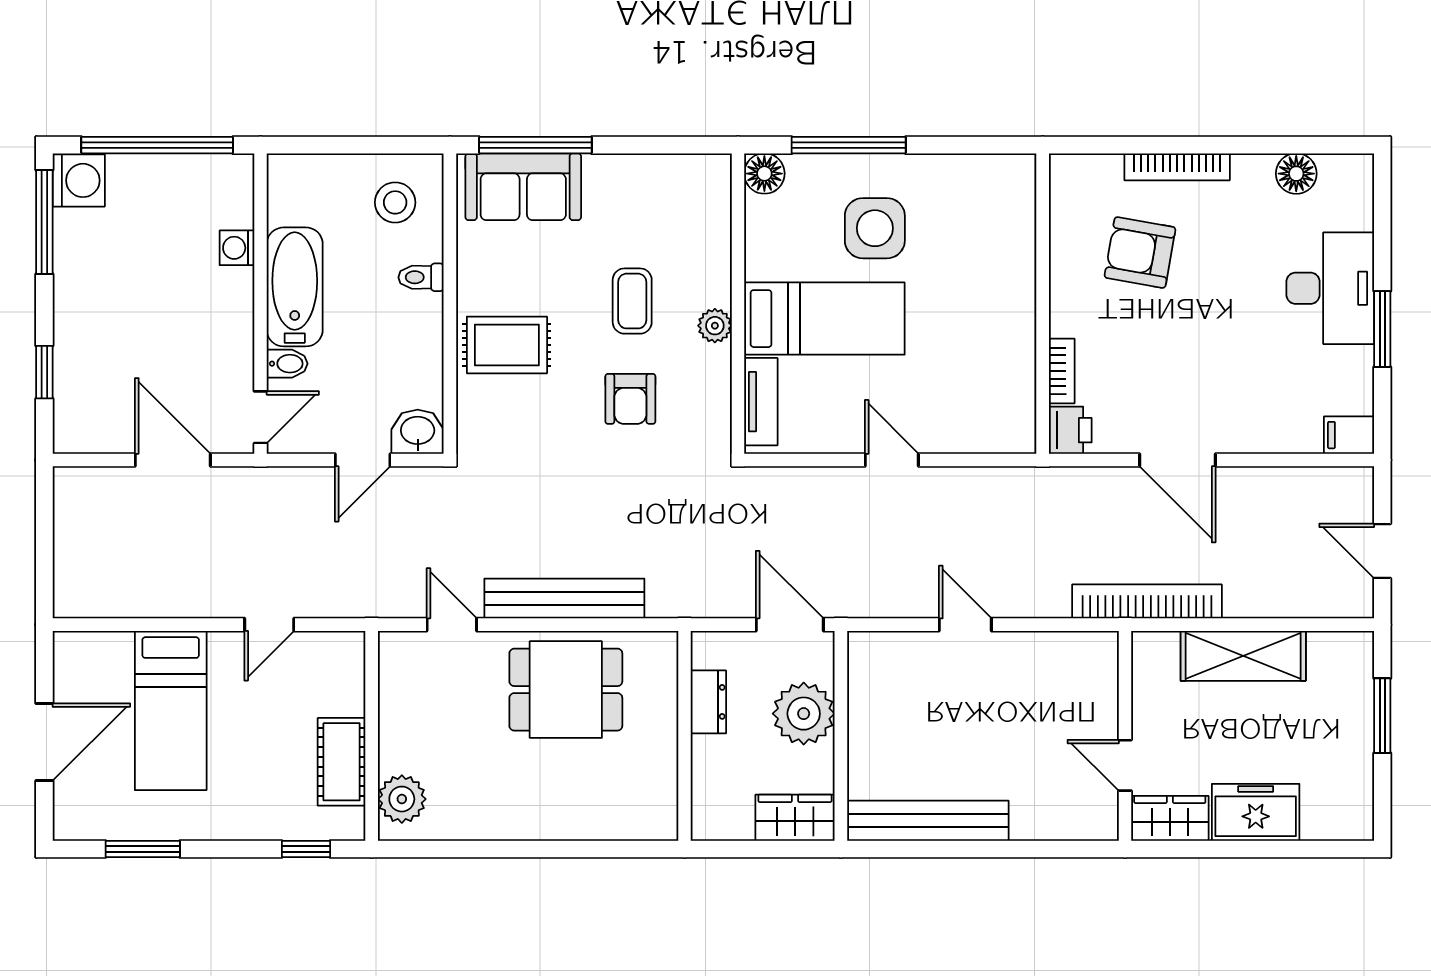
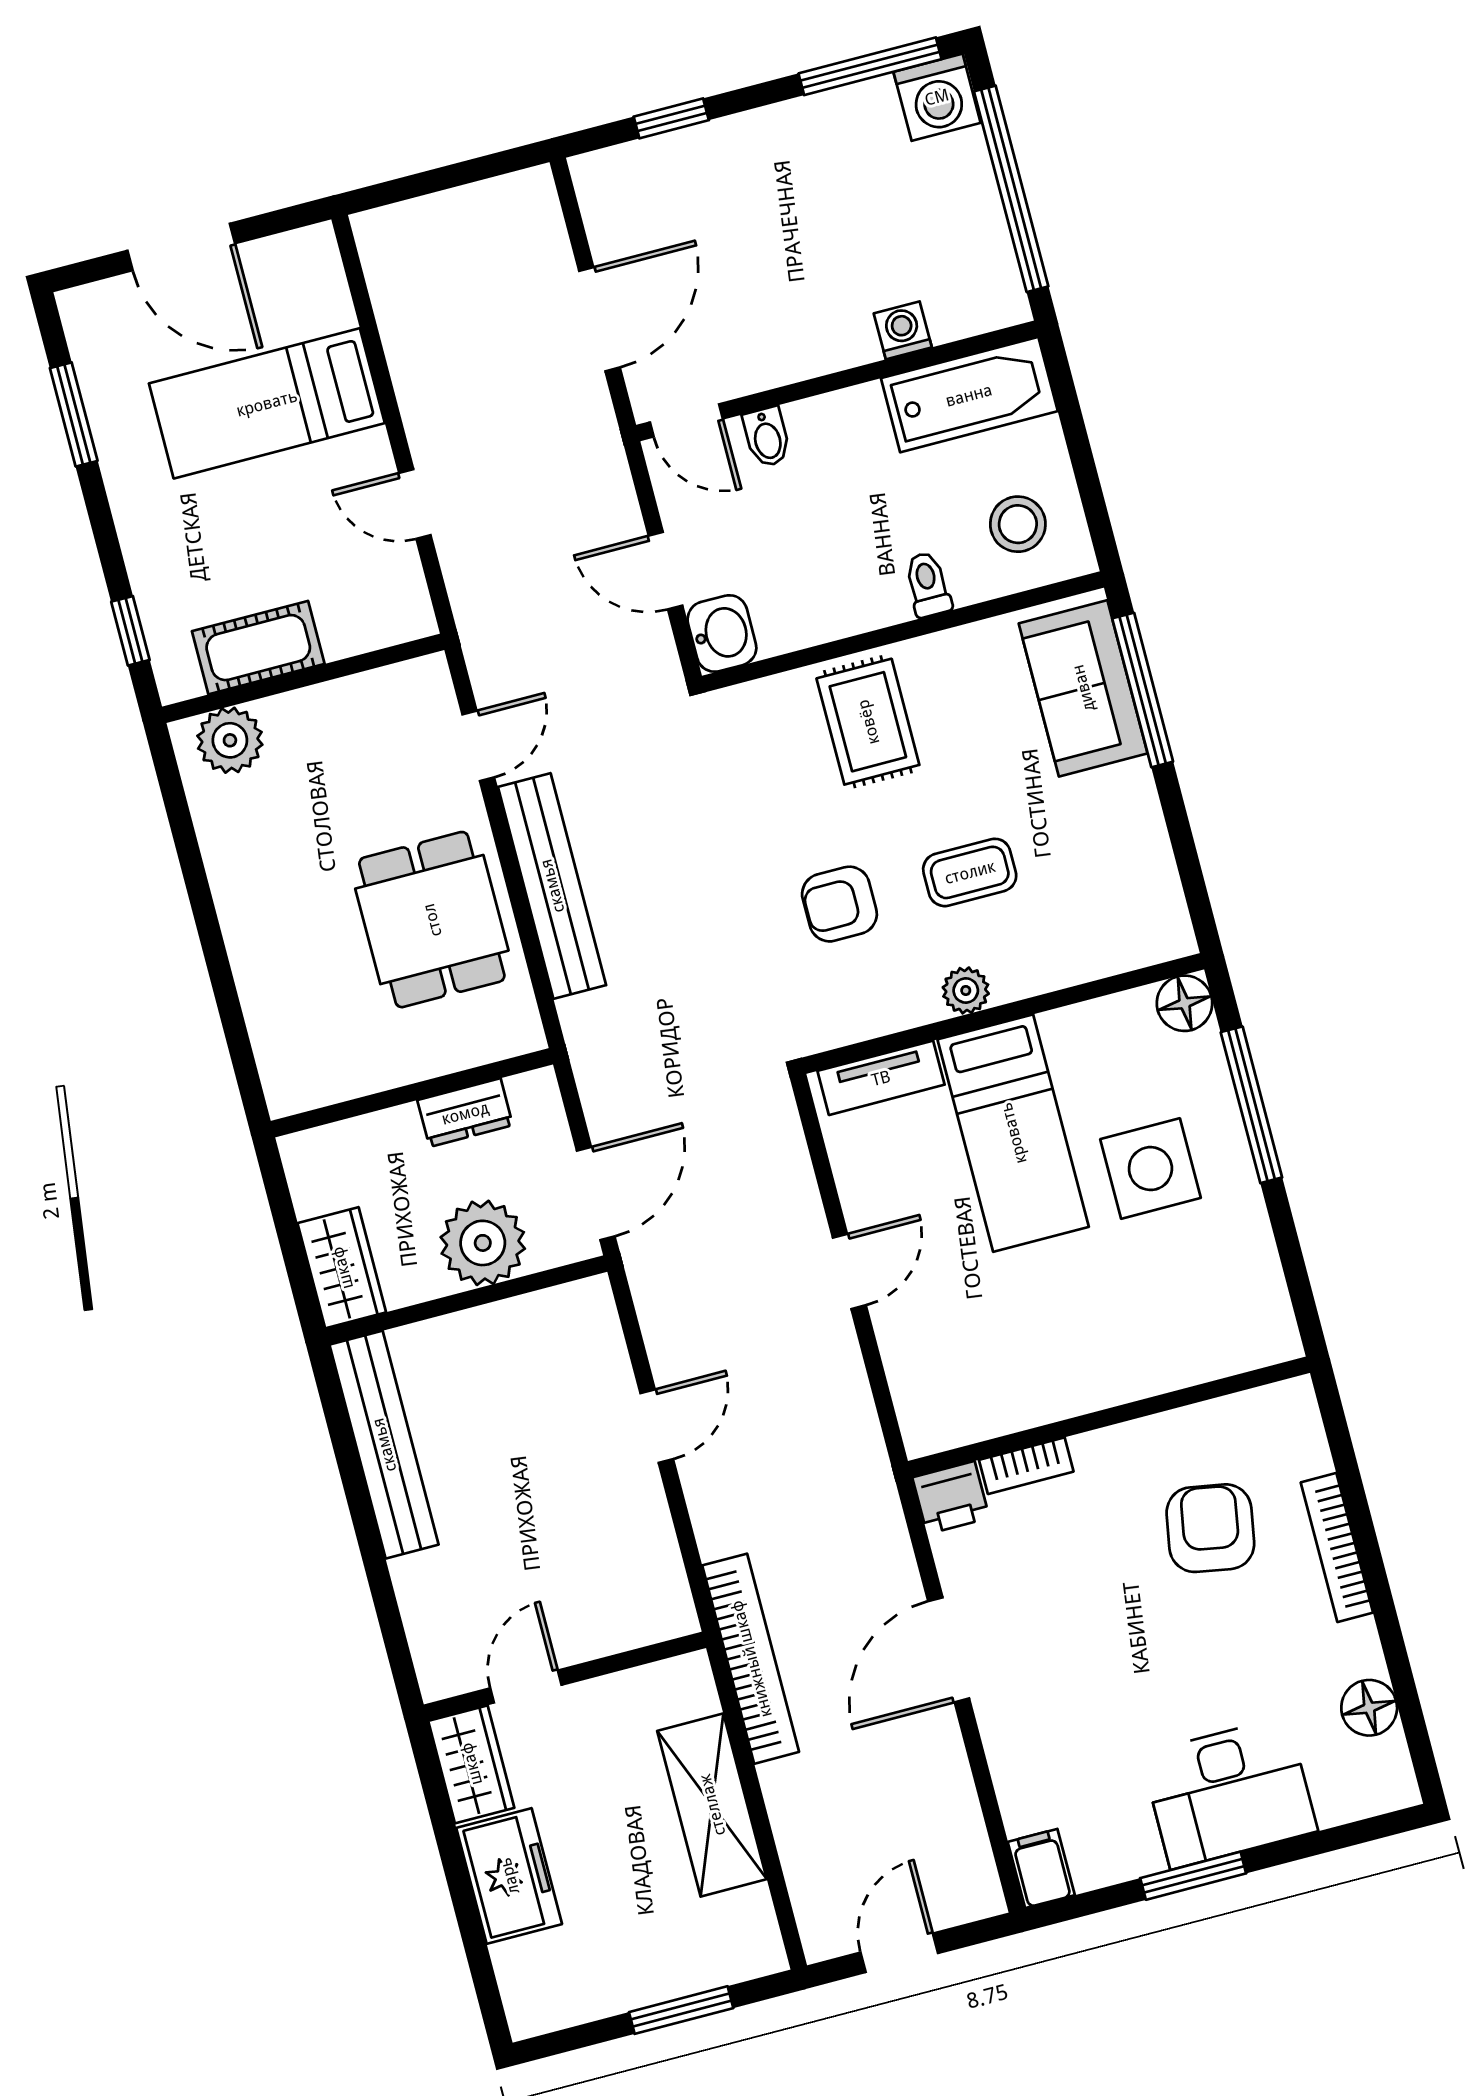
bathtub: (295, 287) -> (969, 395), moved

